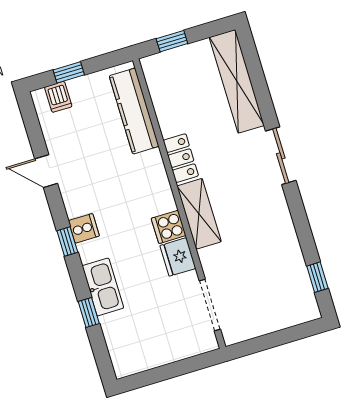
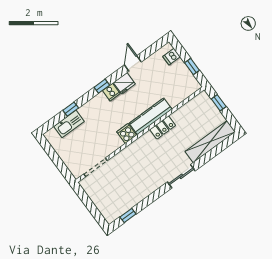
window: (69, 72) -> (192, 67), moved
kitchen counter: (134, 111) -> (151, 116), moved
shelving: (199, 214) -> (138, 146), removed
fridge: (178, 257) -> (124, 83), moved, turned 180
kitchen sink: (103, 287) -> (69, 124), moved

